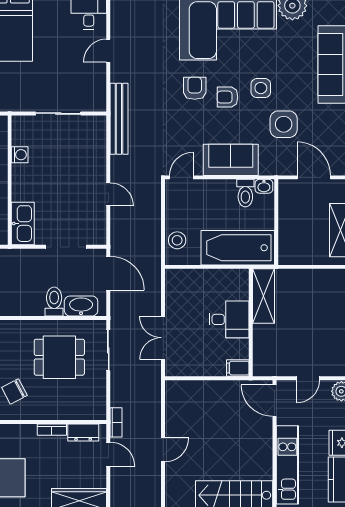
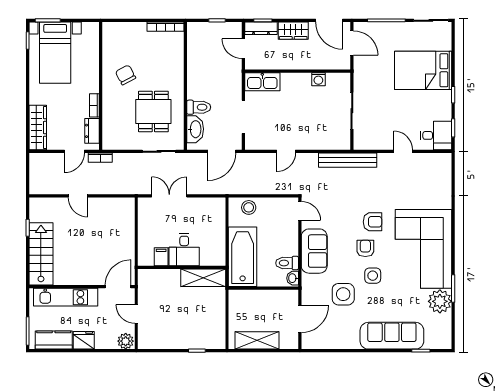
filing cabinet: (238, 368) -> (161, 257), moved

